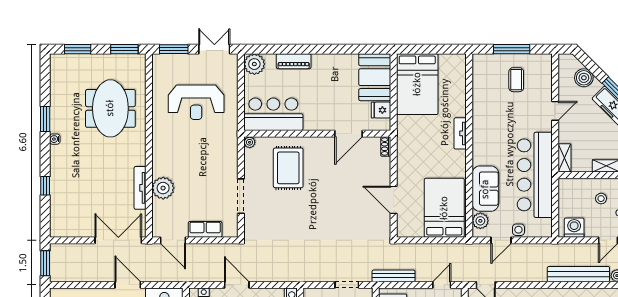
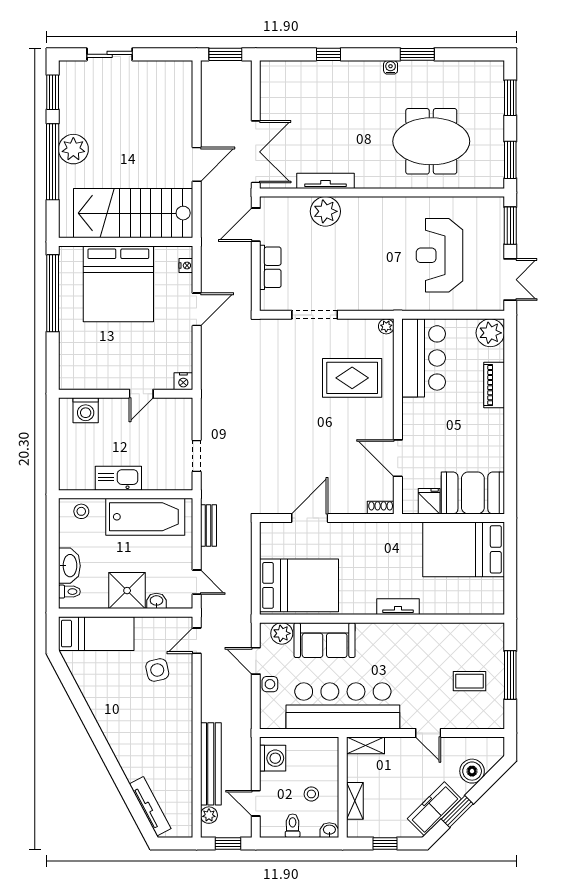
bench: (394, 276) -> (209, 526), width x0.73

